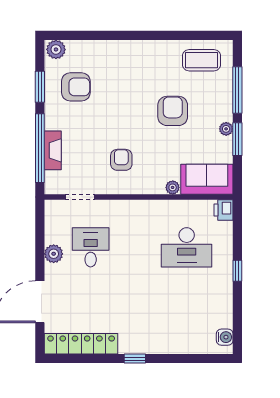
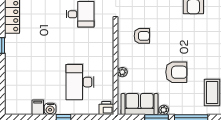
sofa: (207, 179) -> (140, 104), moved, turned -90
filing cabinet: (222, 307) -> (38, 107), added
water cooler: (225, 337) -> (50, 109), moved

